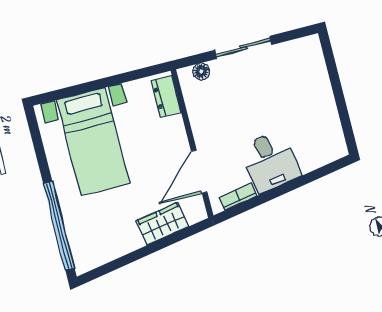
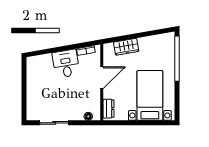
sliding door: (243, 47) -> (54, 123), moved
door: (199, 172) -> (102, 78), moved

